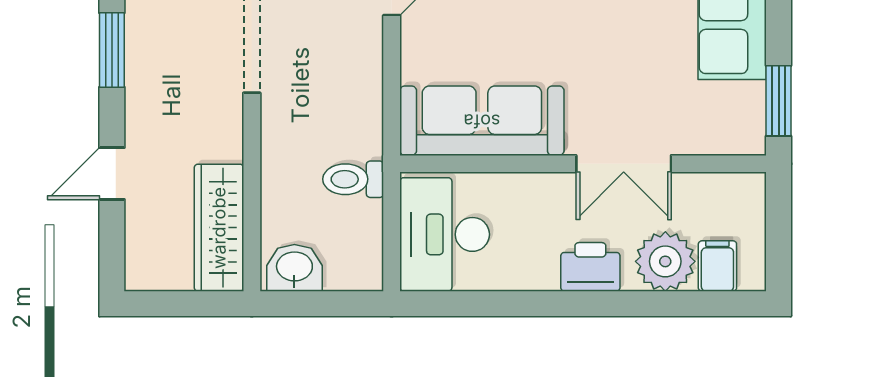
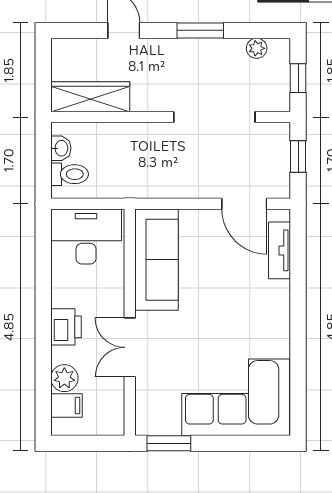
toilet: (353, 179) -> (70, 174), moved, turned 90
plant: (665, 261) -> (64, 378), width x0.73, depth x0.73
washbasin: (294, 268) -> (61, 148), width x0.72, depth x0.69

